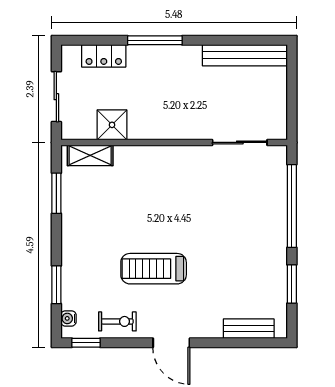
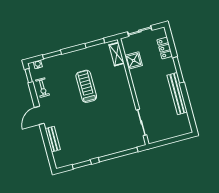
bench: (245, 55) -> (177, 94), moved
treadmill: (154, 269) -> (86, 86), moved
bench: (249, 329) -> (53, 139), moved

